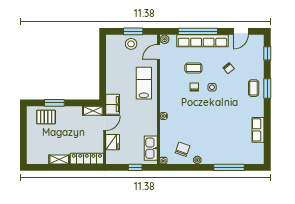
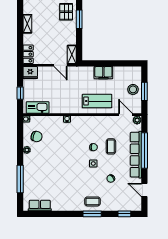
filing cabinet: (113, 104) -> (103, 73), moved
row of seats: (258, 130) -> (40, 206), moved
fridge: (113, 142) -> (30, 73), moved
locker: (87, 159) -> (28, 54), width x0.66

